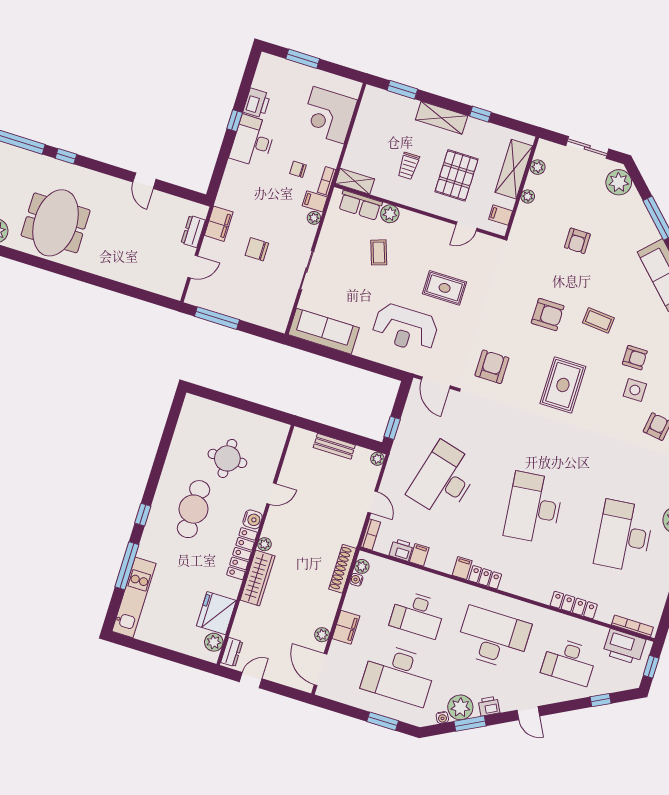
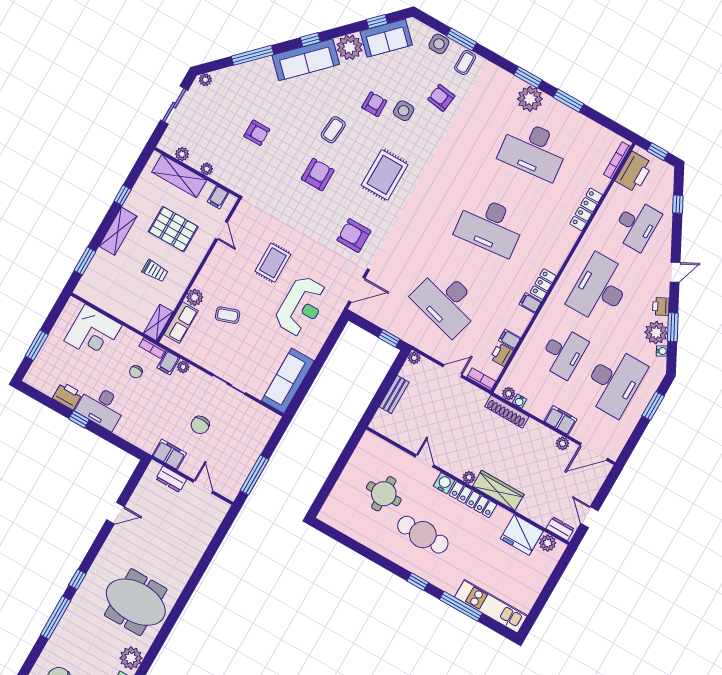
plant: (619, 182) -> (205, 80), width x0.53, depth x0.53
rug: (563, 385) -> (385, 175), turned 90

